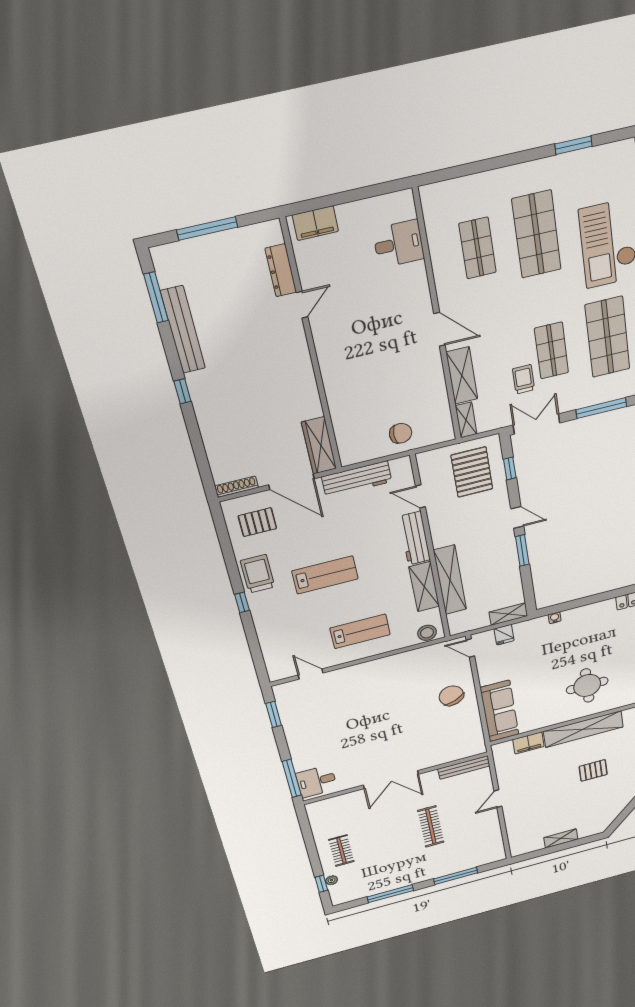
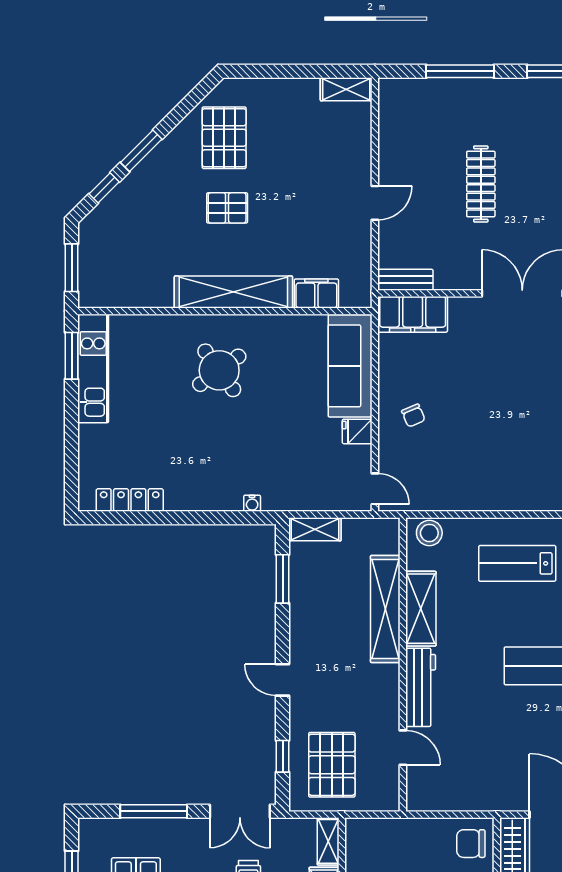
chair: (401, 433) -> (471, 844), moved
workbench: (357, 479) -> (478, 795), removed
window: (522, 550) -> (283, 579), moved
fridge: (504, 635) -> (357, 431), moved, turned -90
round table: (587, 685) -> (219, 370), turned -36
chair: (451, 696) -> (413, 416), width x0.54, depth x0.54
filing cabinet: (462, 749) -> (413, 314), added
bench: (464, 767) -> (405, 280), width x0.73
pallet: (600, 804) -> (224, 138), added
shelving: (561, 838) -> (346, 89), moved

